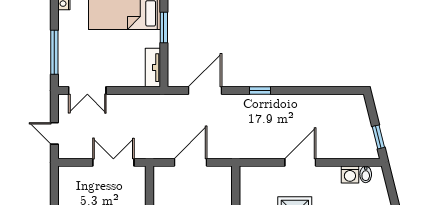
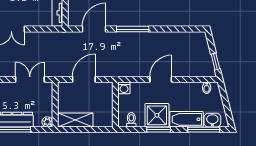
window: (260, 91) -> (133, 29), width x2.17
washing machine: (350, 175) -> (124, 88), moved

